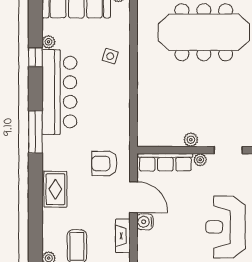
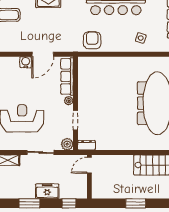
plant: (191, 140) -> (83, 94), removed
armchair: (104, 163) -> (92, 40), moved
fireplace: (123, 236) -> (16, 47), removed

